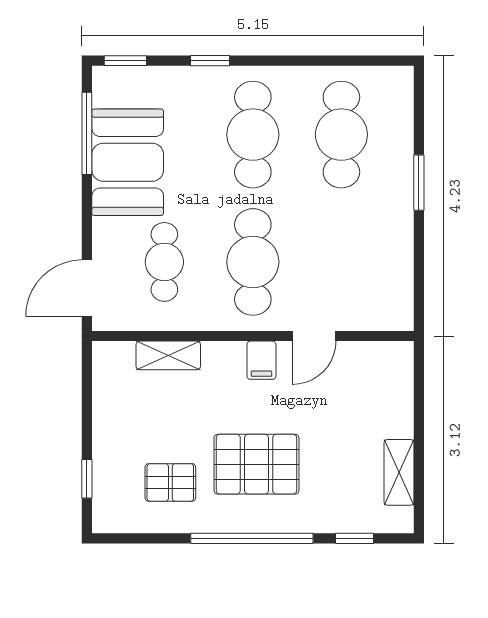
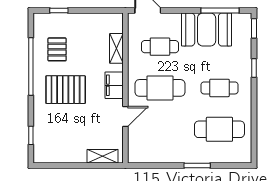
cafe table: (253, 135) -> (219, 88), width x0.73, depth x0.74
door: (314, 336) -> (125, 117), swing flipped
filing cabinet: (261, 360) -> (114, 85), width x2.00
pallet: (256, 464) -> (66, 90), turned 90
shelving: (399, 472) -> (103, 156), moved
window: (252, 538) -> (31, 66), moved

